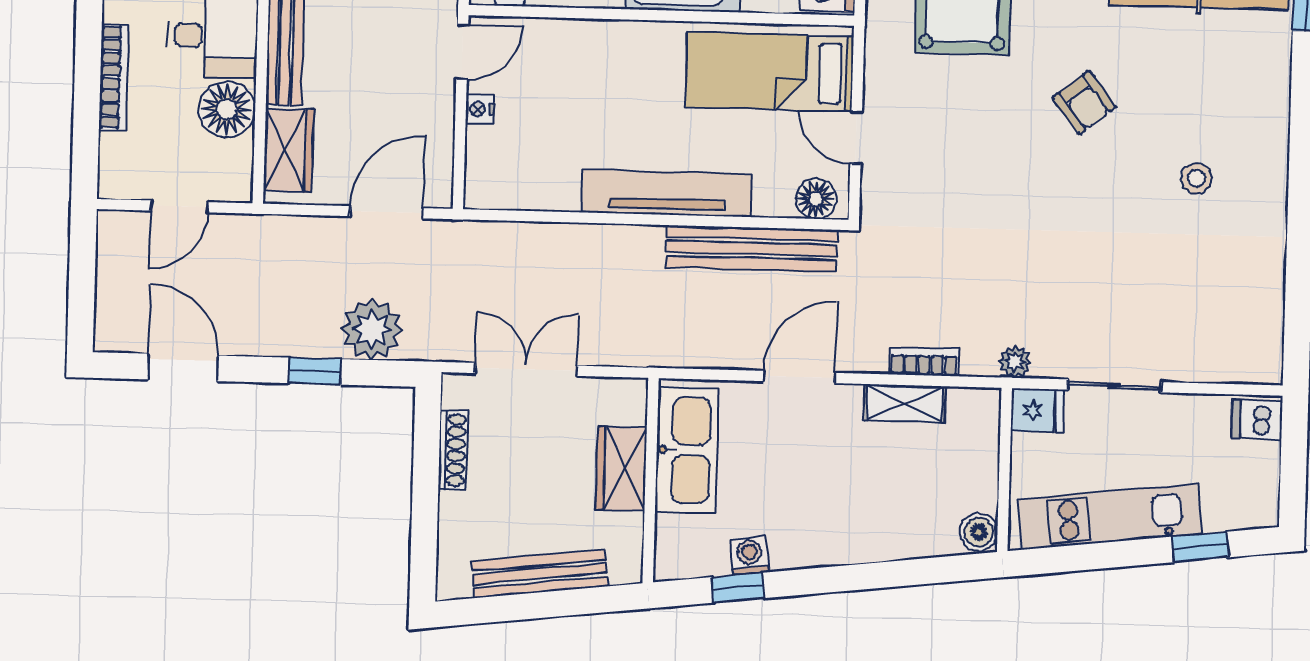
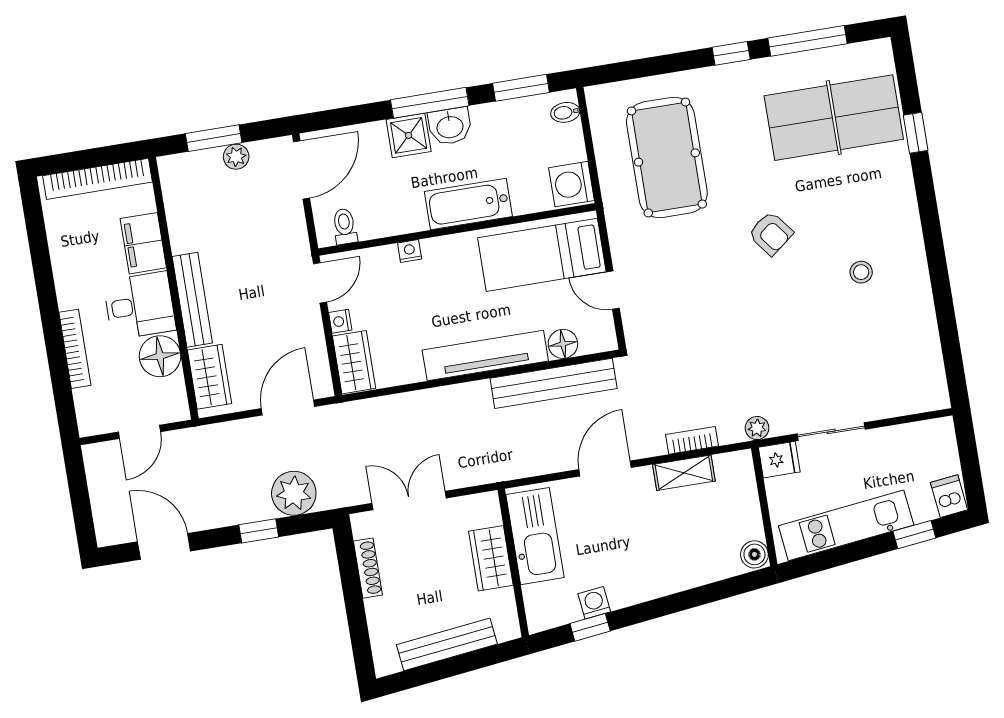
nightstand: (592, 32) -> (410, 251), added
wardrobe: (488, 168) -> (354, 362), added
floor lamp: (816, 199) -> (563, 344), moved
dishwasher: (1257, 420) -> (949, 496), moved, turned 83

